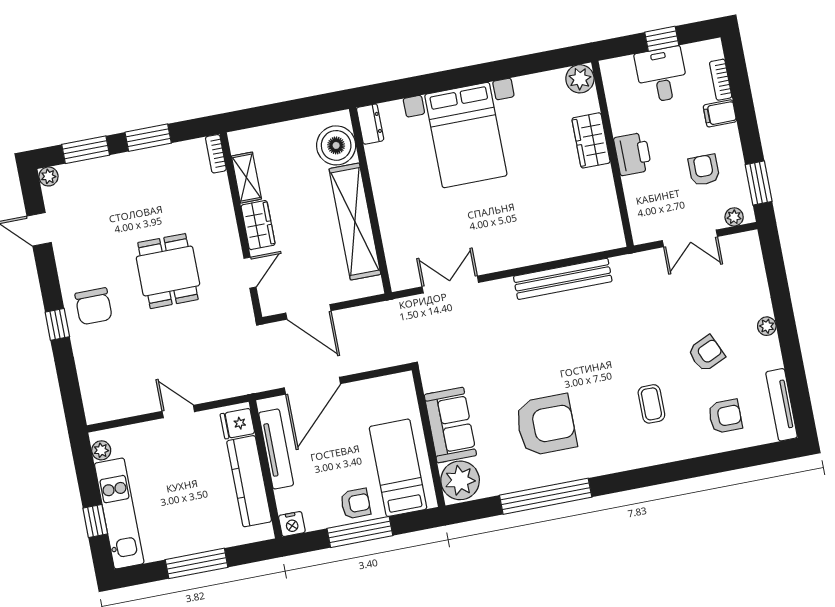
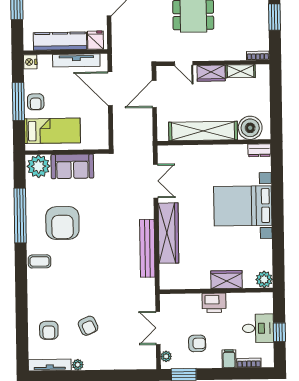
wardrobe: (532, 249) -> (168, 233), added
plant: (767, 326) -> (78, 365), moved
coffee table: (651, 404) -> (40, 261), moved

